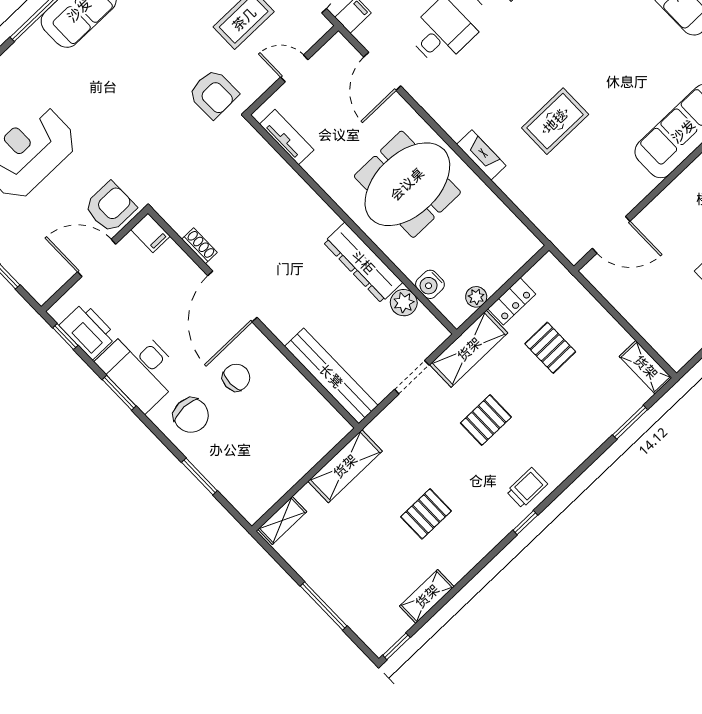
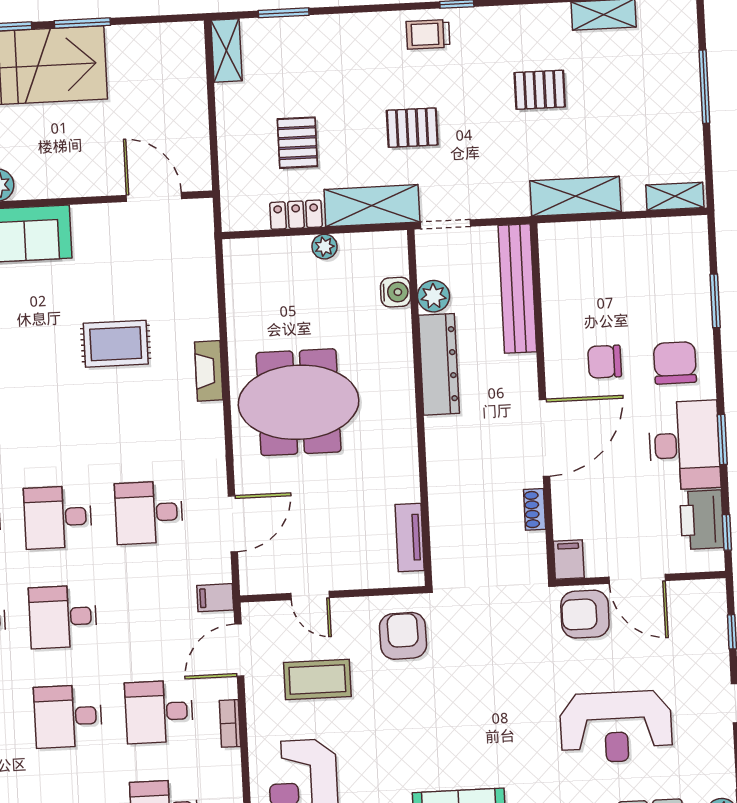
tv unit: (287, 137) -> (410, 537), moved
wall: (351, 224) -> (420, 408), moved
dresser: (363, 262) -> (439, 364), moved
water cooler: (430, 284) -> (395, 292), moved
plant: (404, 303) -> (433, 296), moved

